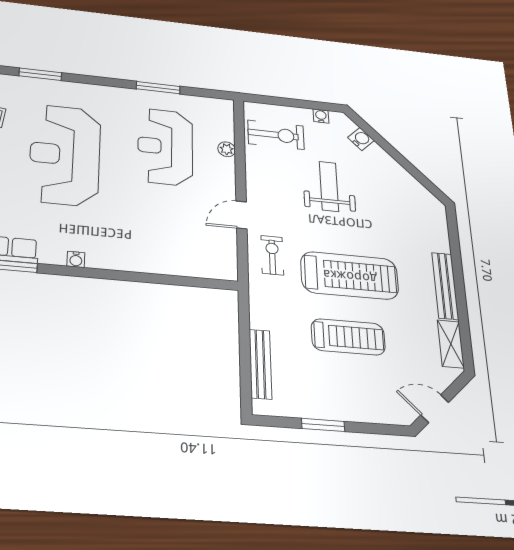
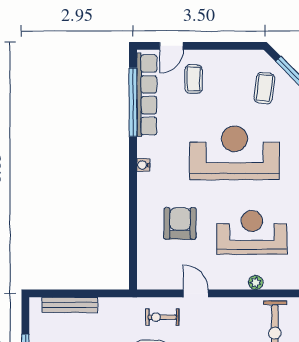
armchair: (153, 224) -> (180, 223), added
exercise bike: (272, 255) -> (162, 317), turned 180

